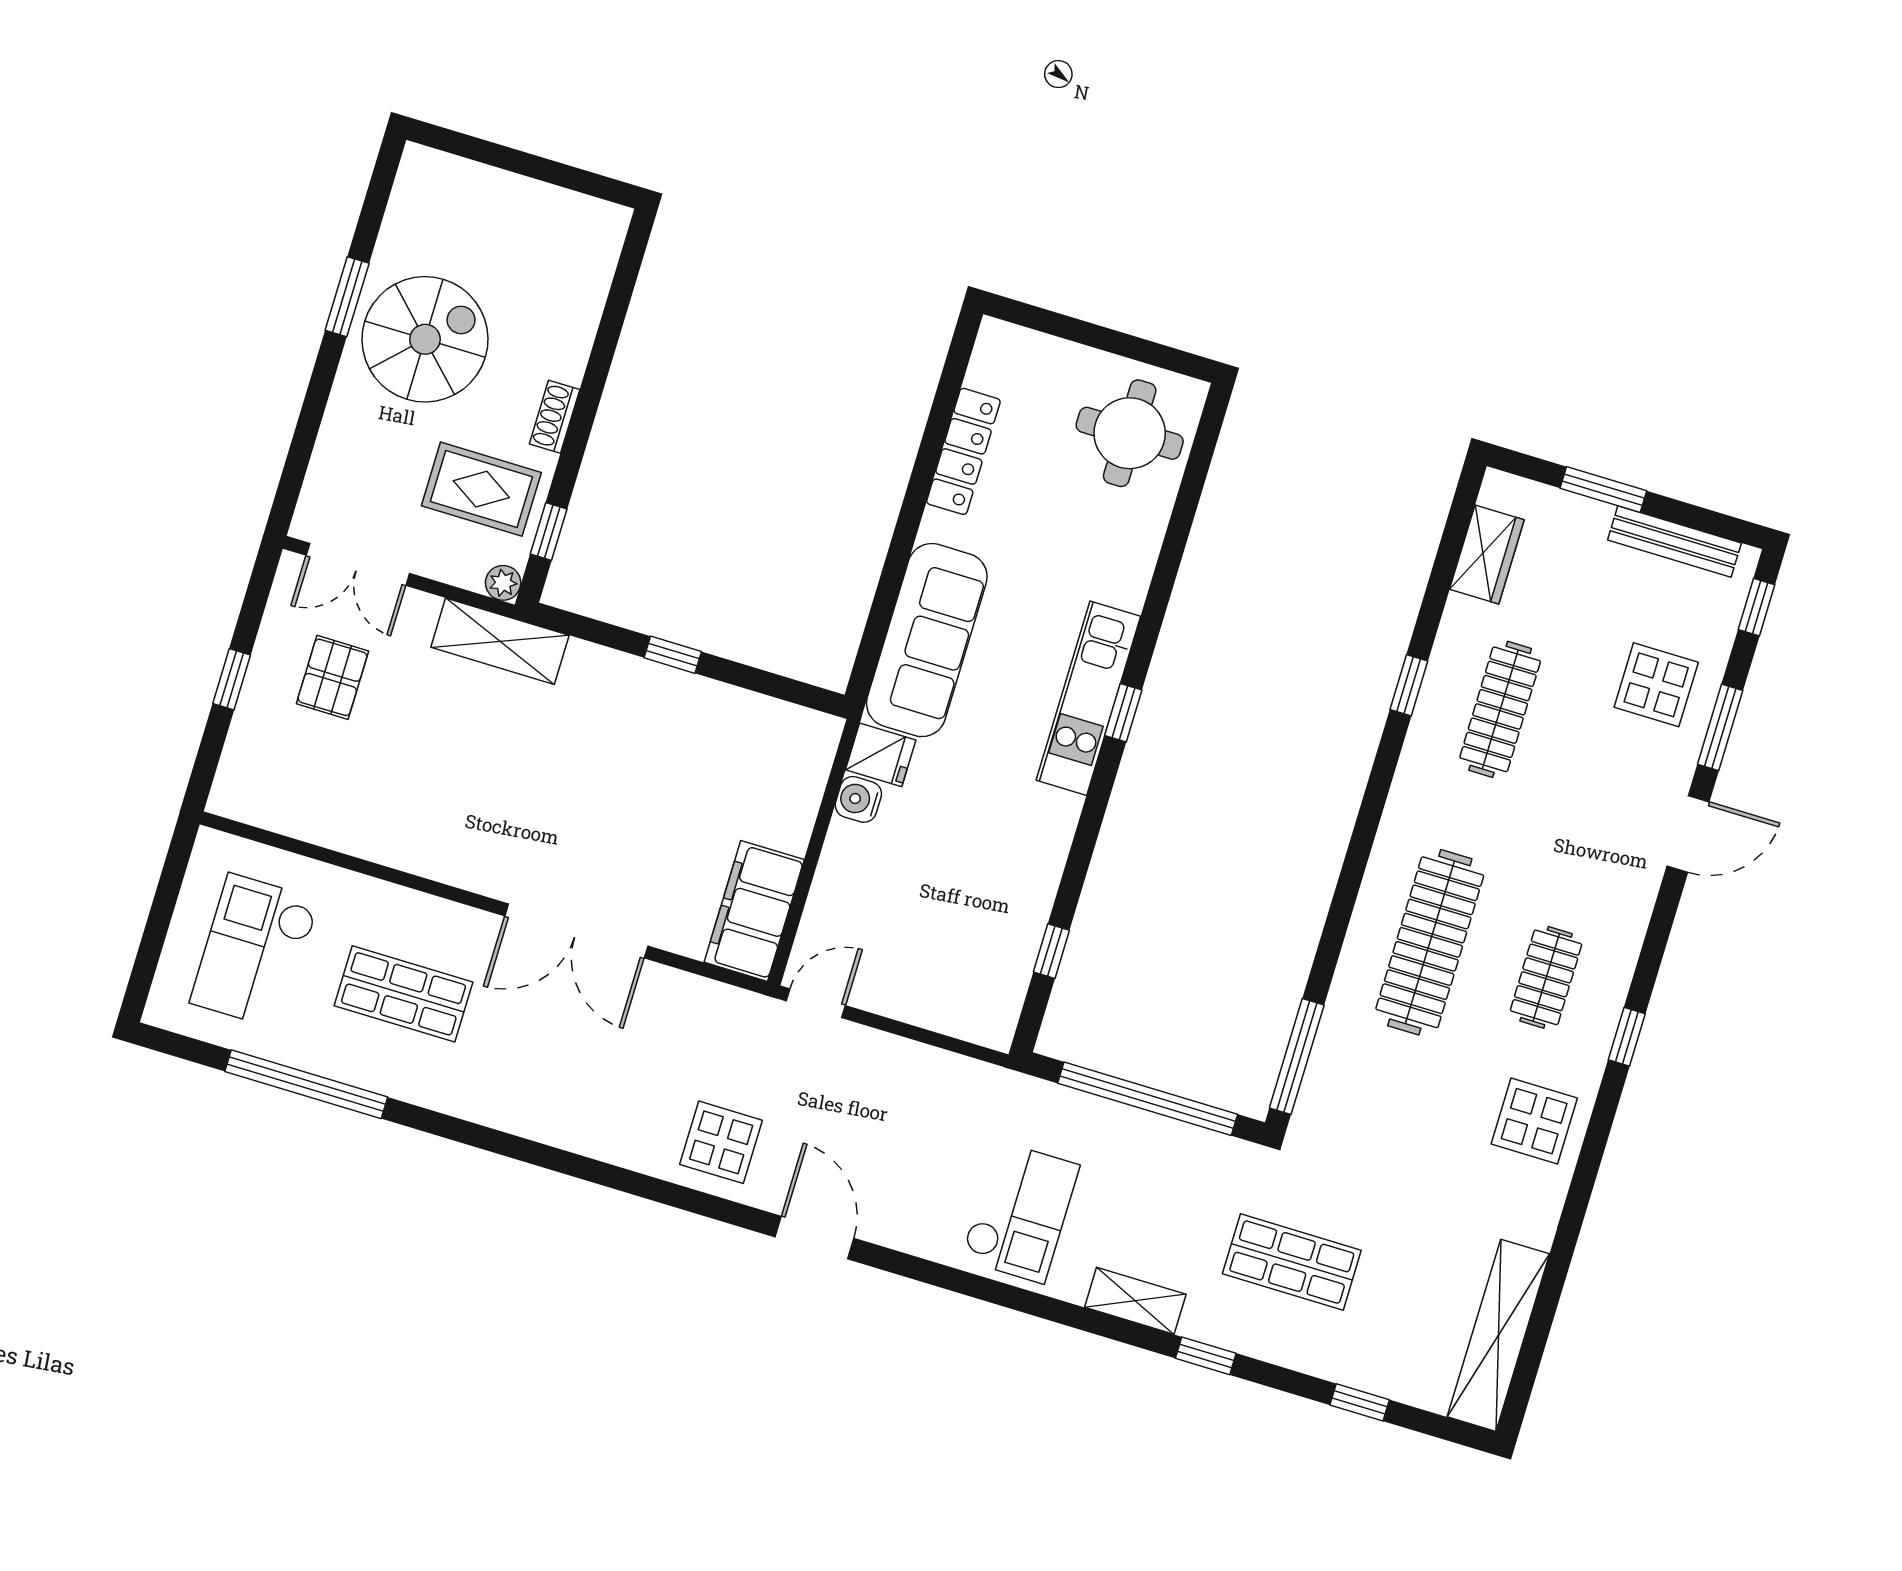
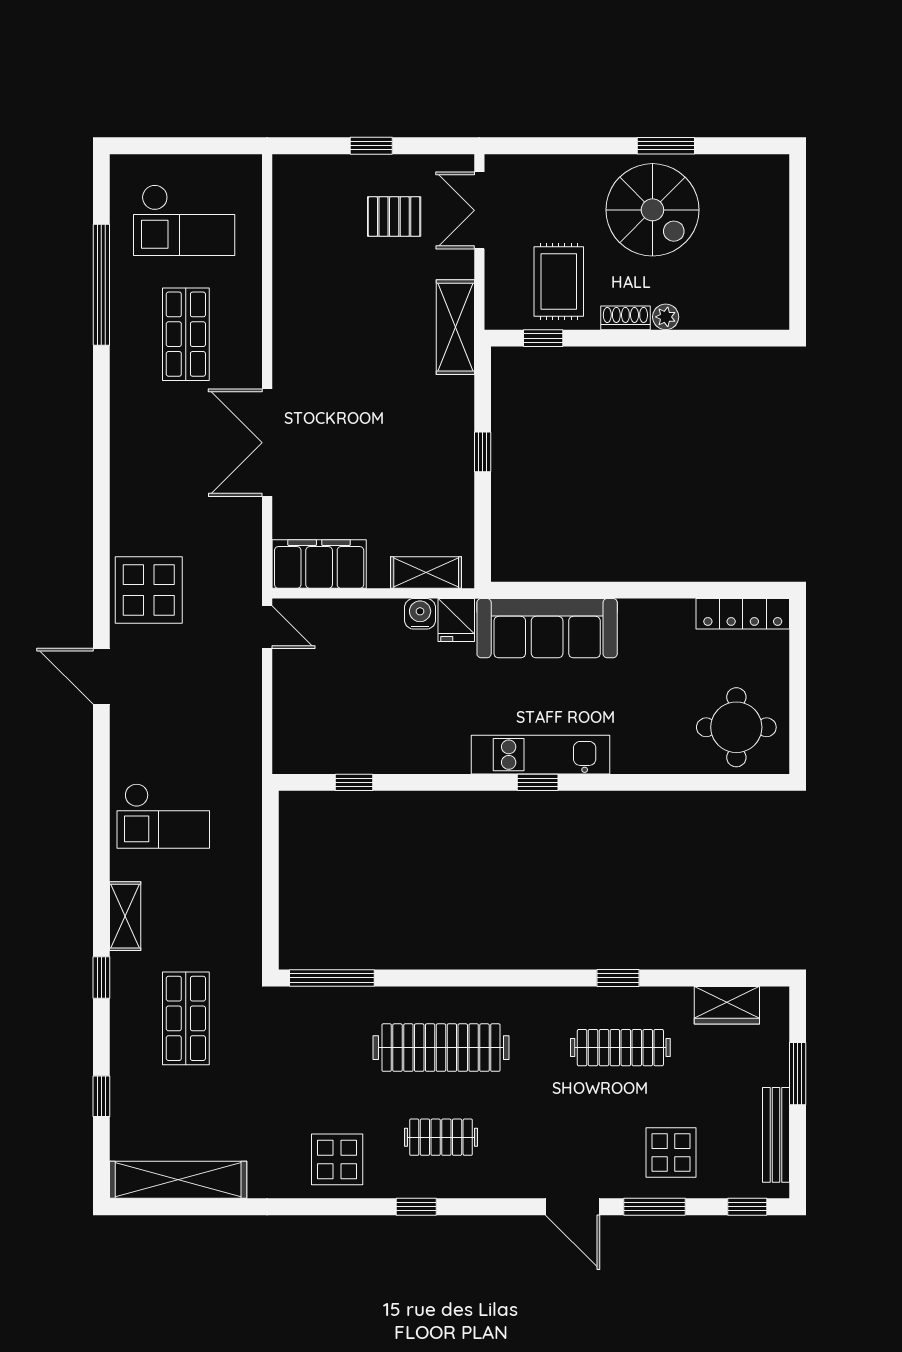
locker: (963, 451) -> (743, 614), moved
plant: (503, 583) -> (666, 317), moved
shelving: (807, 775) -> (426, 573), added
checkout: (255, 951) -> (184, 220), turned 180
window: (1148, 1099) -> (270, 882), removed
display table: (721, 1142) -> (149, 590), width x1.36, depth x1.36
door: (814, 1238) -> (101, 676), swing flipped

